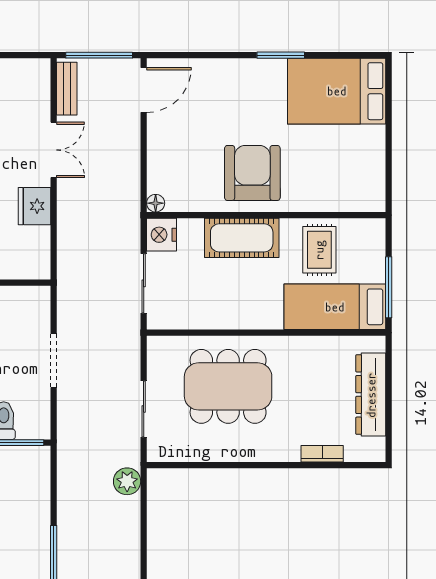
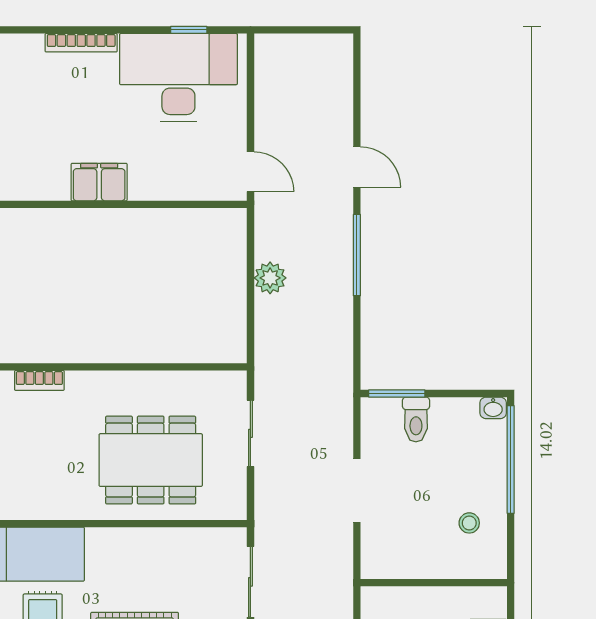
plant: (127, 481) -> (270, 278), moved

